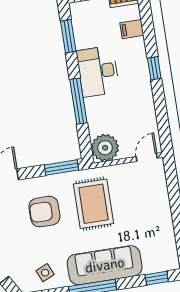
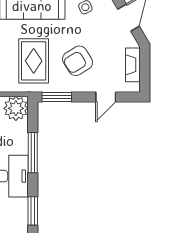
armchair: (44, 212) -> (78, 61), turned 148

